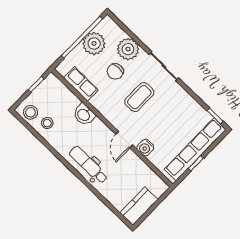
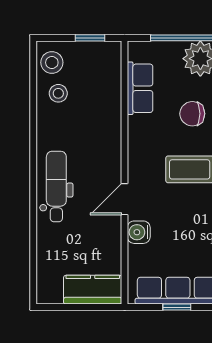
washbasin: (84, 115) -> (108, 126), removed
kitchen counter: (139, 206) -> (93, 290), moved

